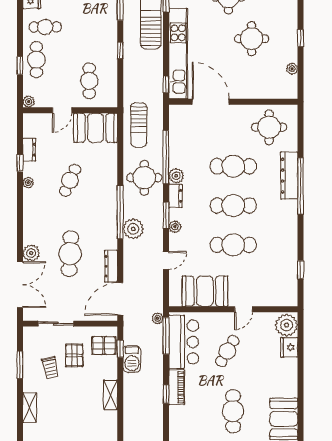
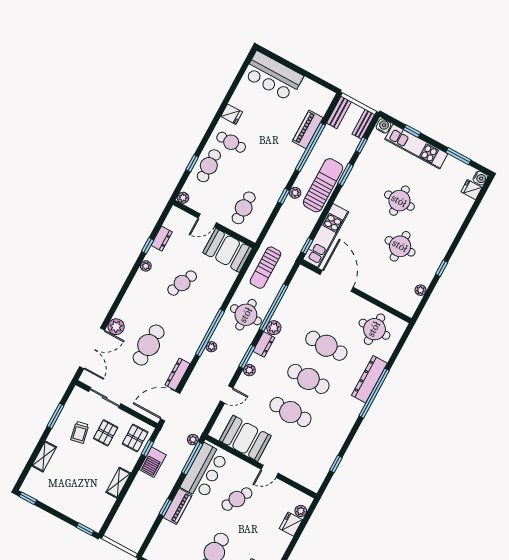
plant: (129, 42) -> (295, 193), added
kitchen unit: (178, 54) -> (326, 236), width x0.73
plant: (133, 229) -> (211, 347), width x0.53, depth x0.53
plant: (286, 325) -> (301, 511), width x0.53, depth x0.53
pallet: (104, 346) -> (135, 438), turned 90

